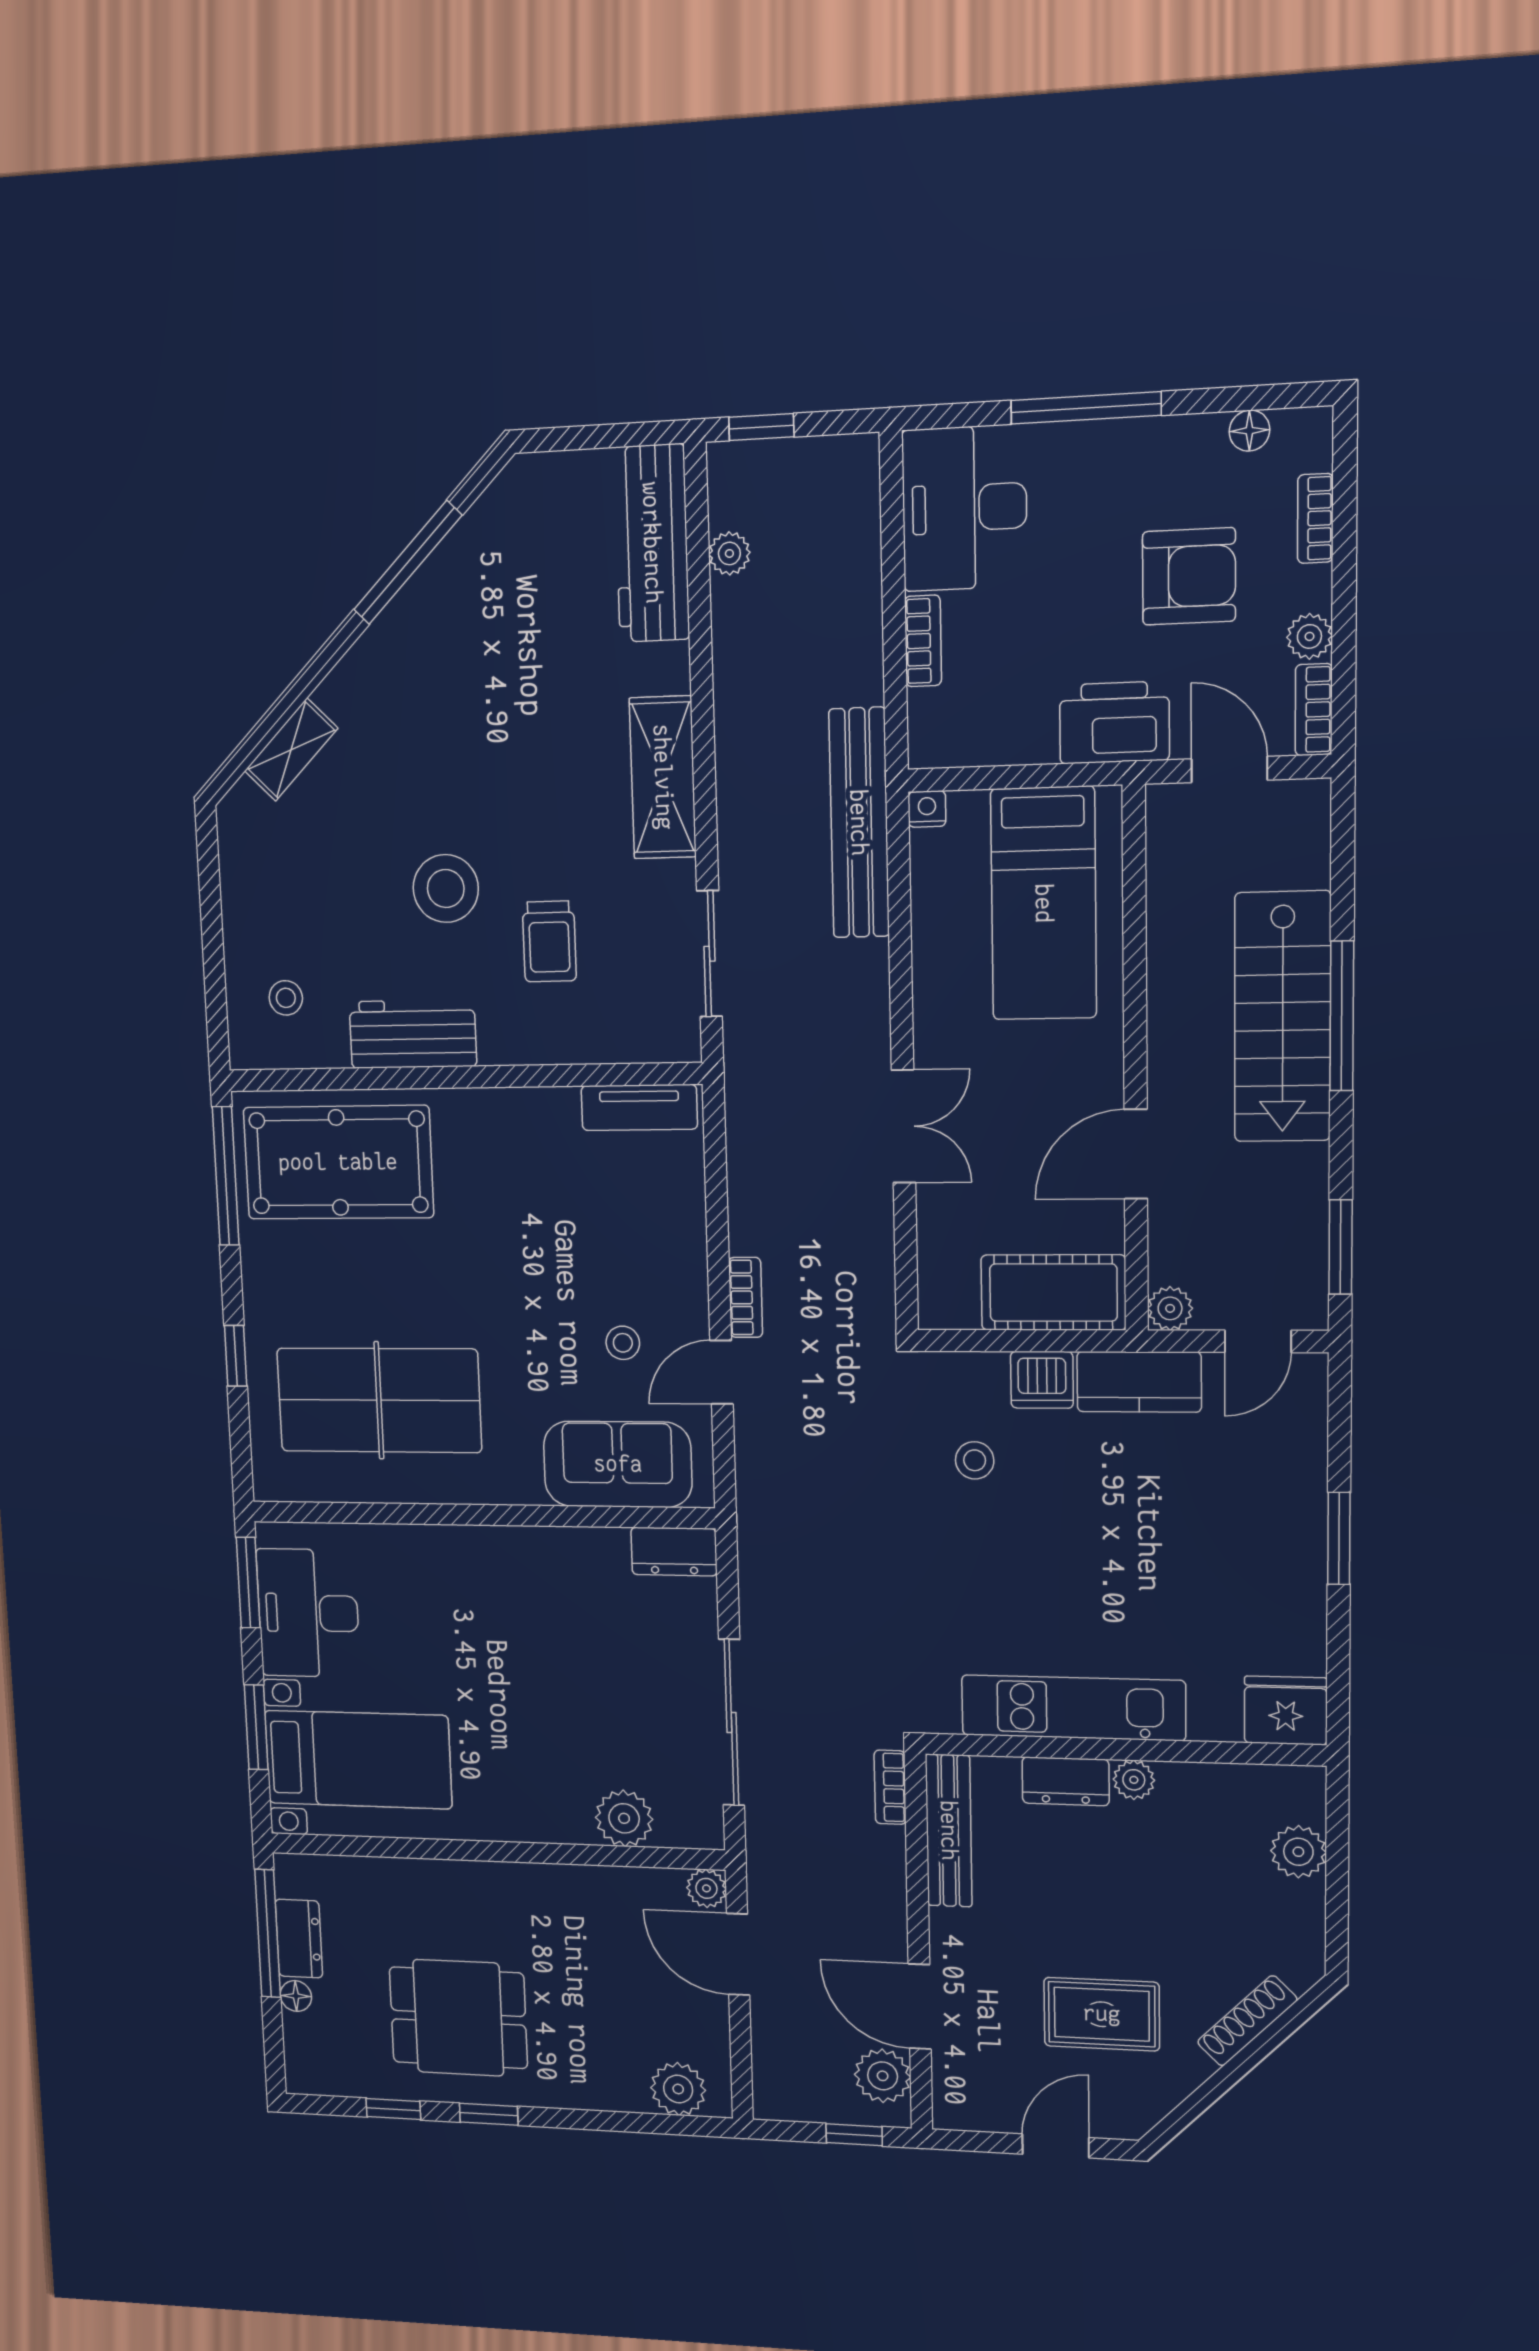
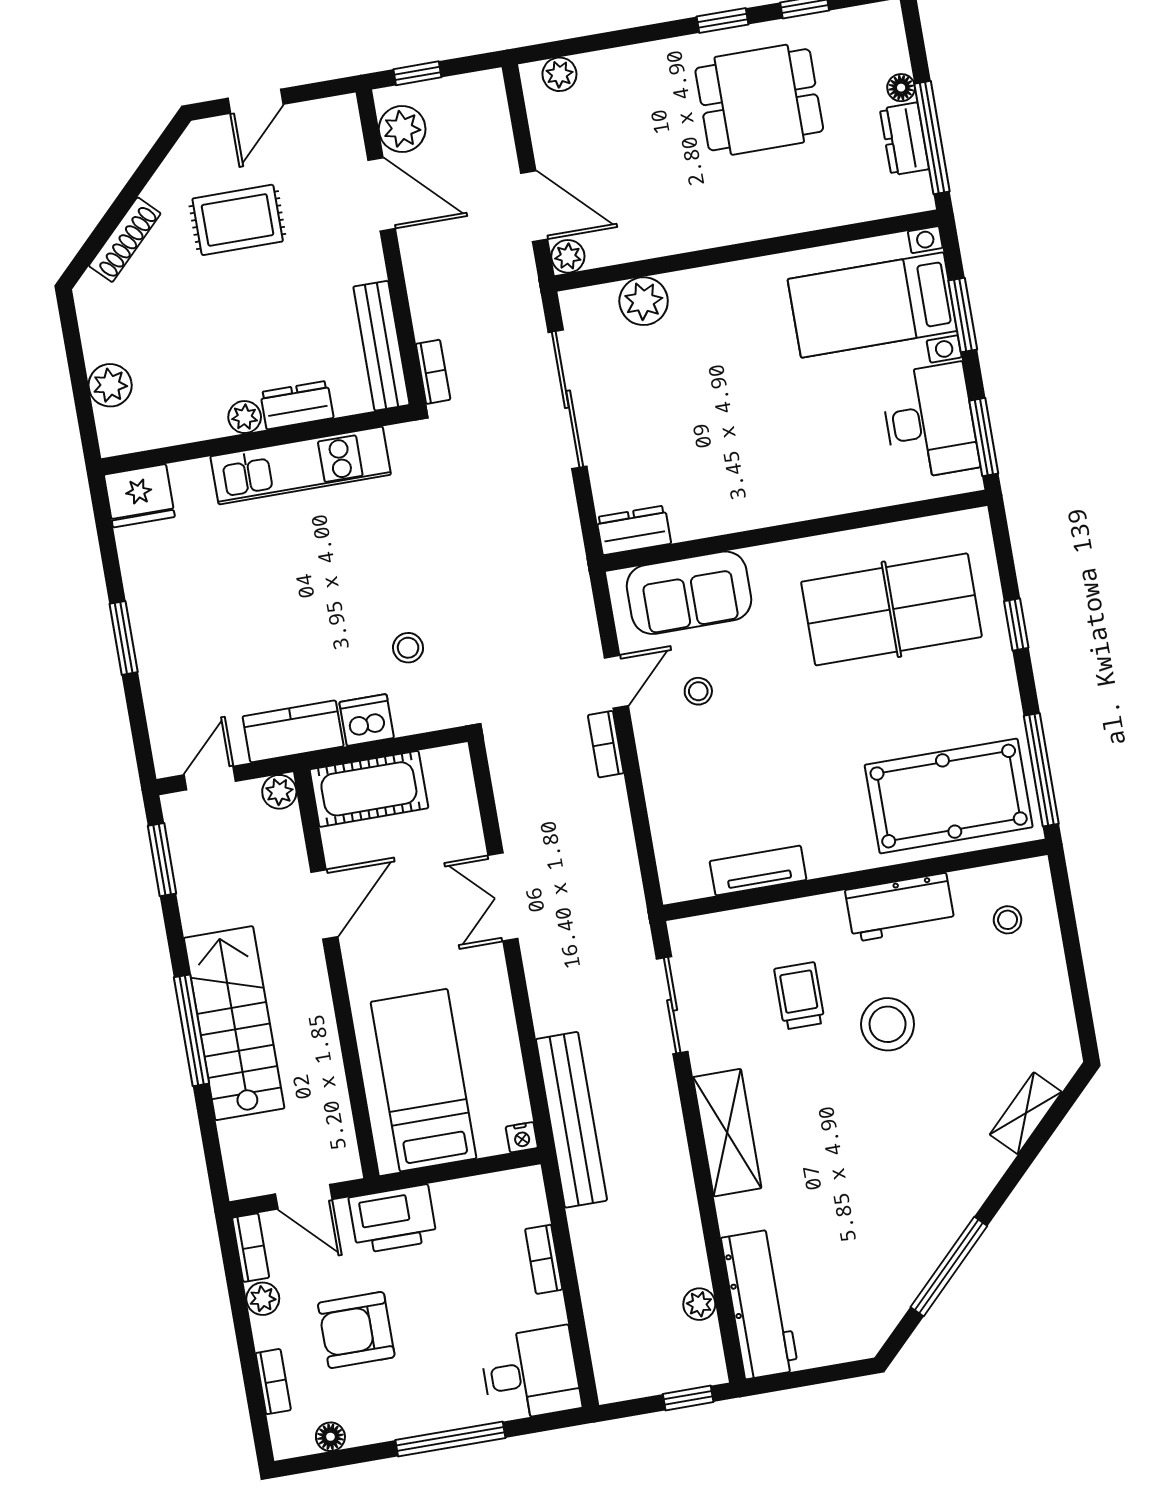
desk: (965, 508) -> (530, 1374), width x0.73
tv unit: (639, 1107) -> (758, 870), moved
plant: (678, 2089) -> (559, 74), width x0.73, depth x0.73

